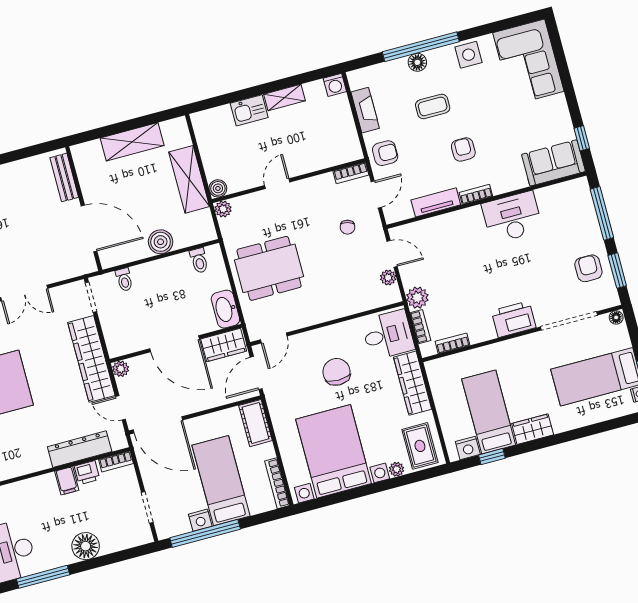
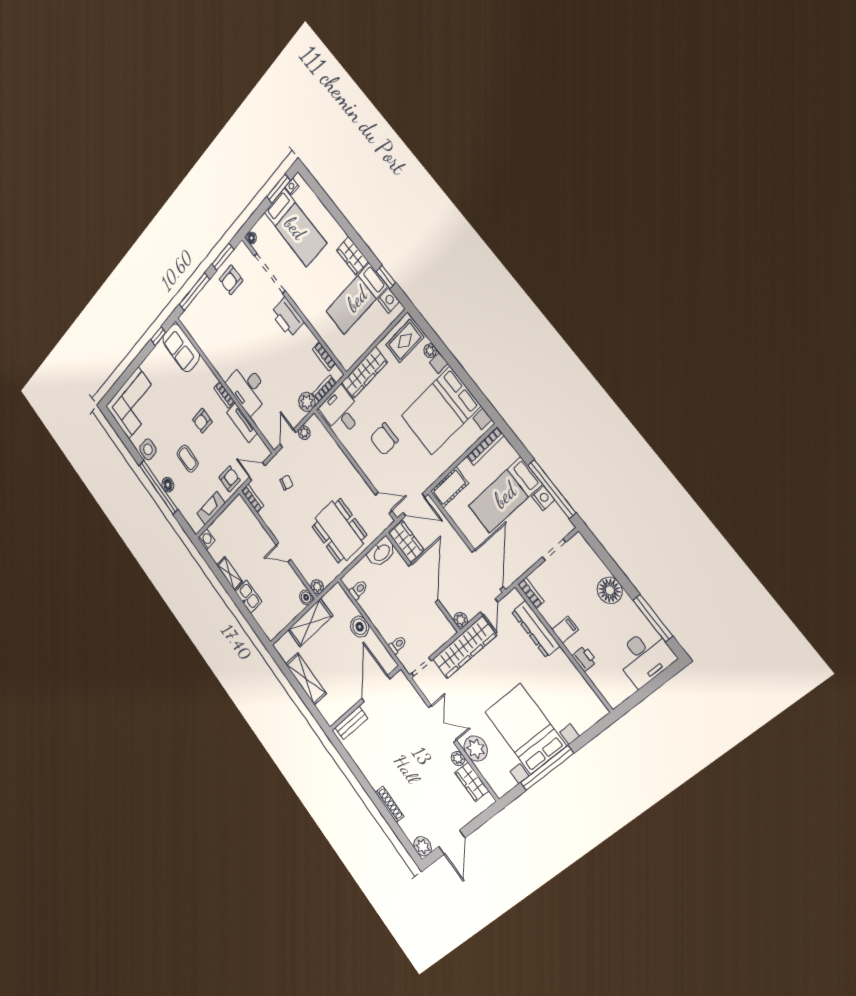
armchair: (385, 153) -> (230, 479), turned 90
desk: (512, 217) -> (248, 388), moved
printer: (87, 473) -> (584, 659), moved

